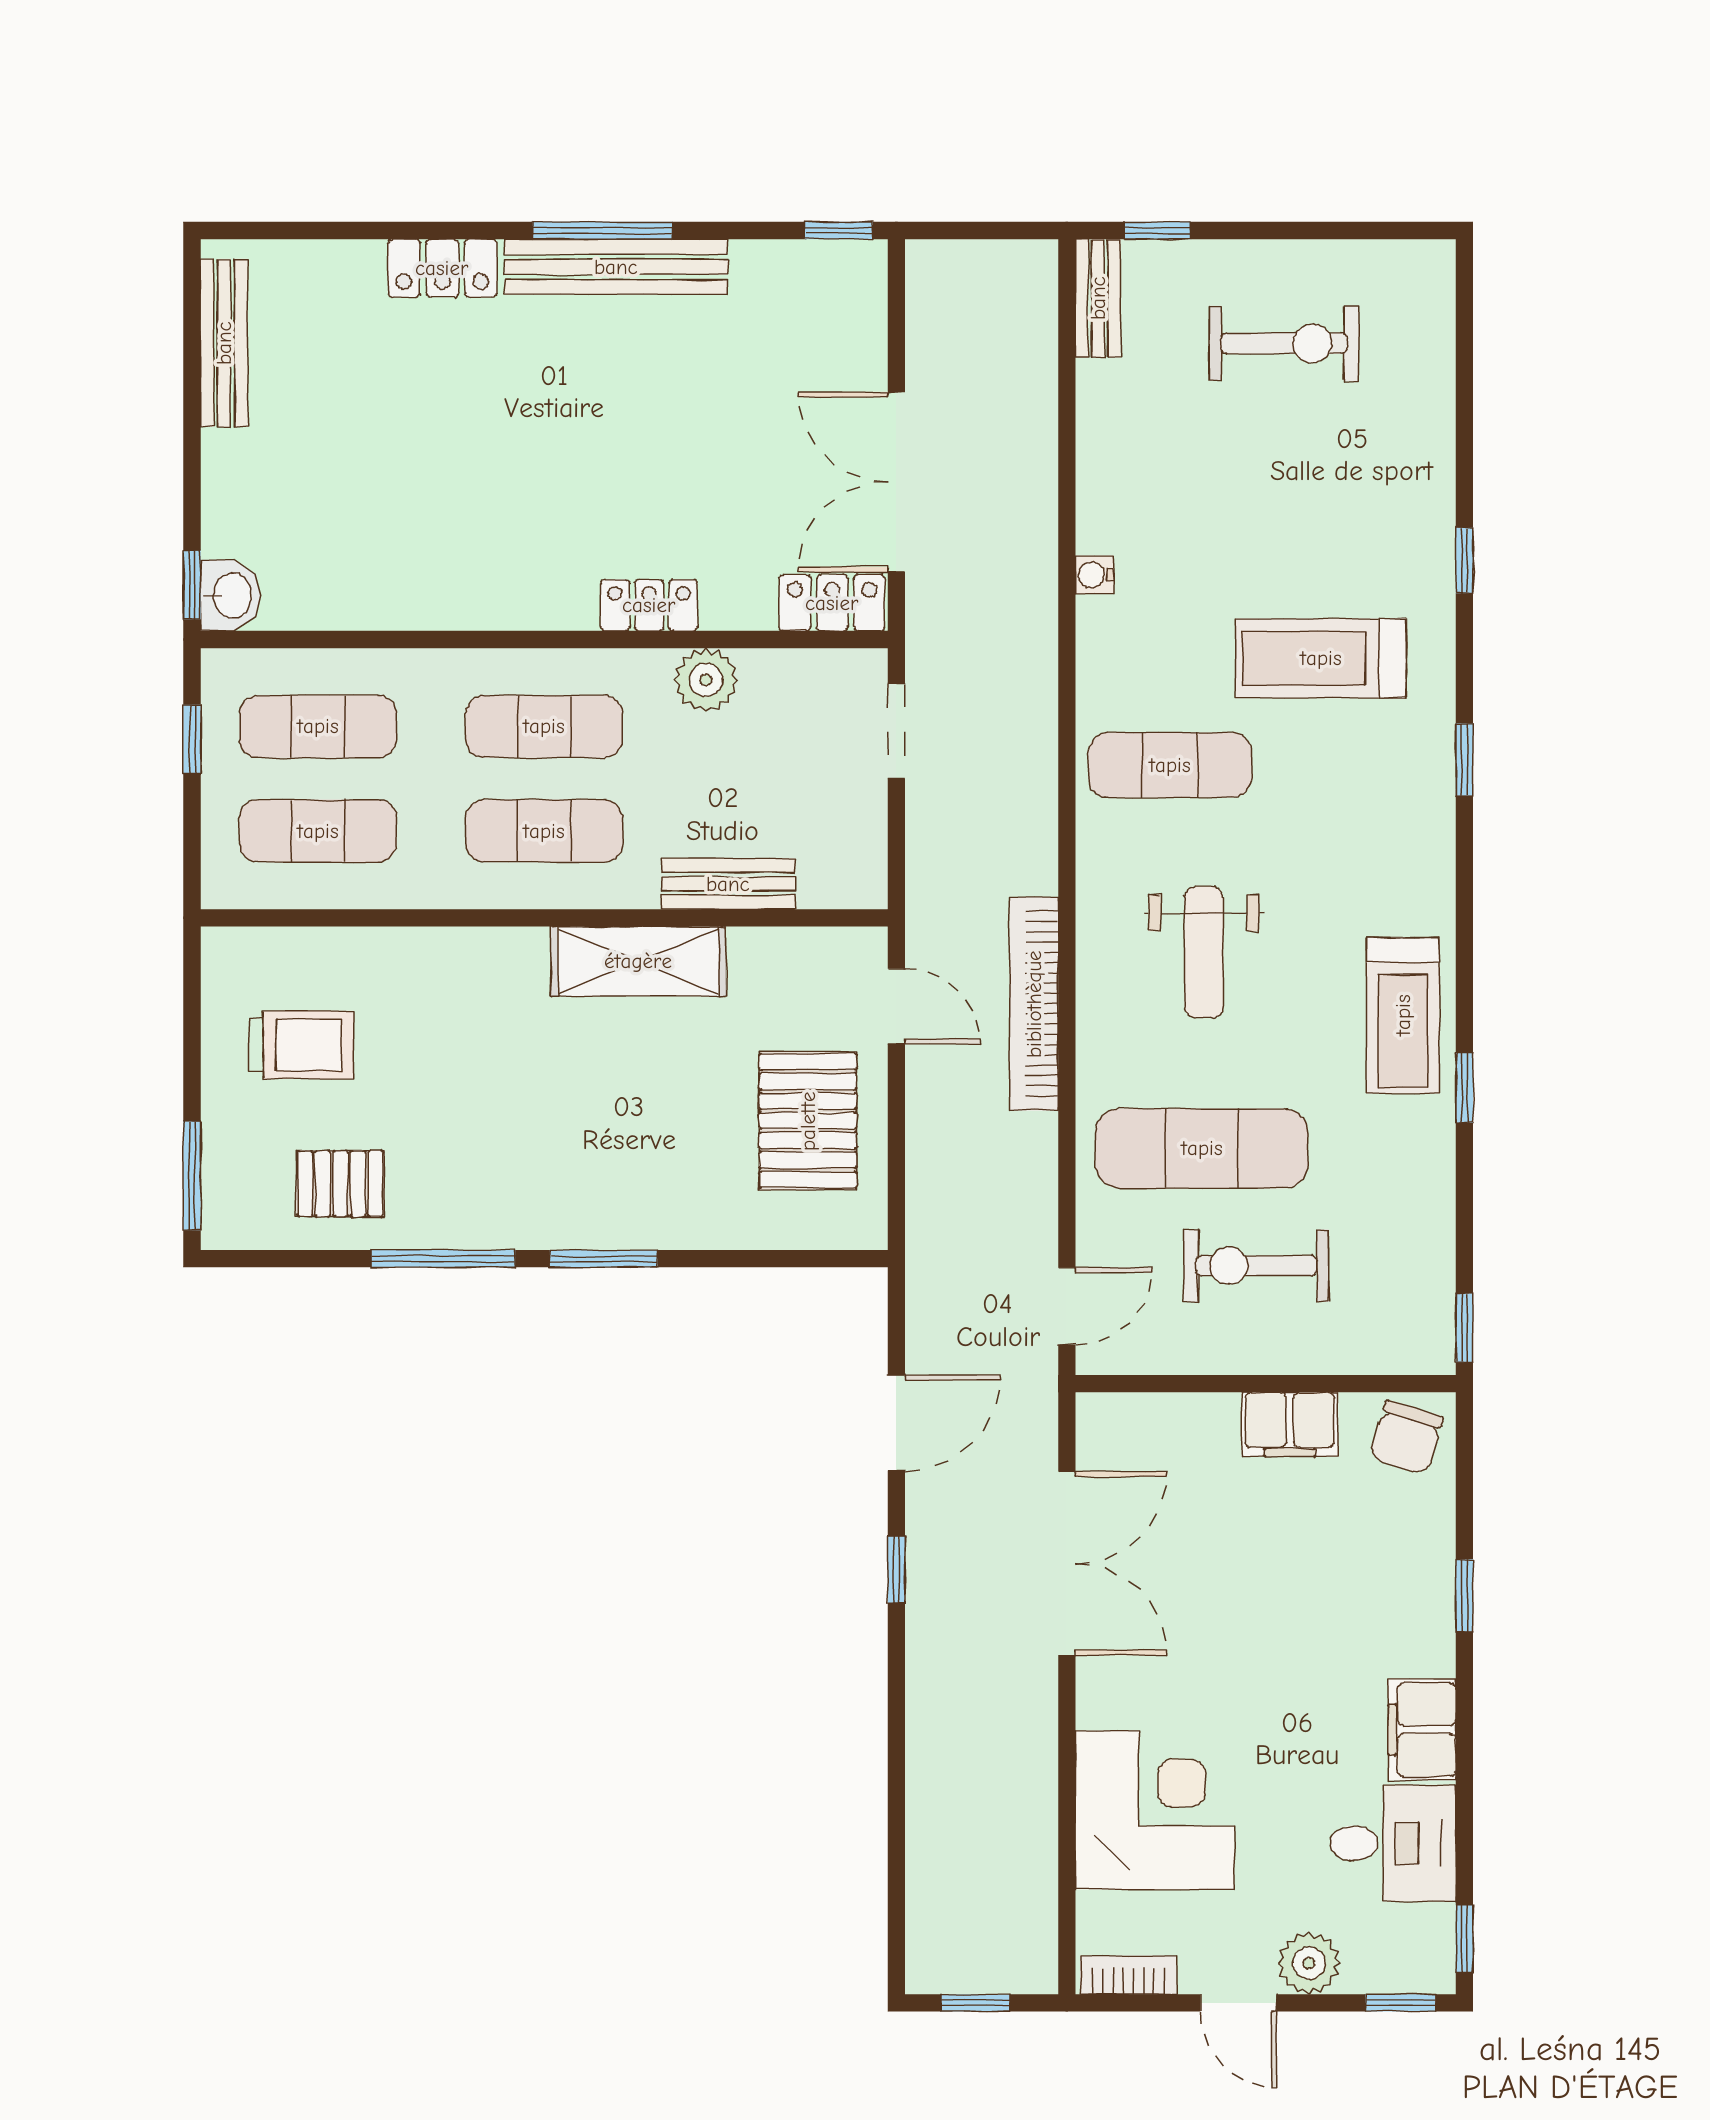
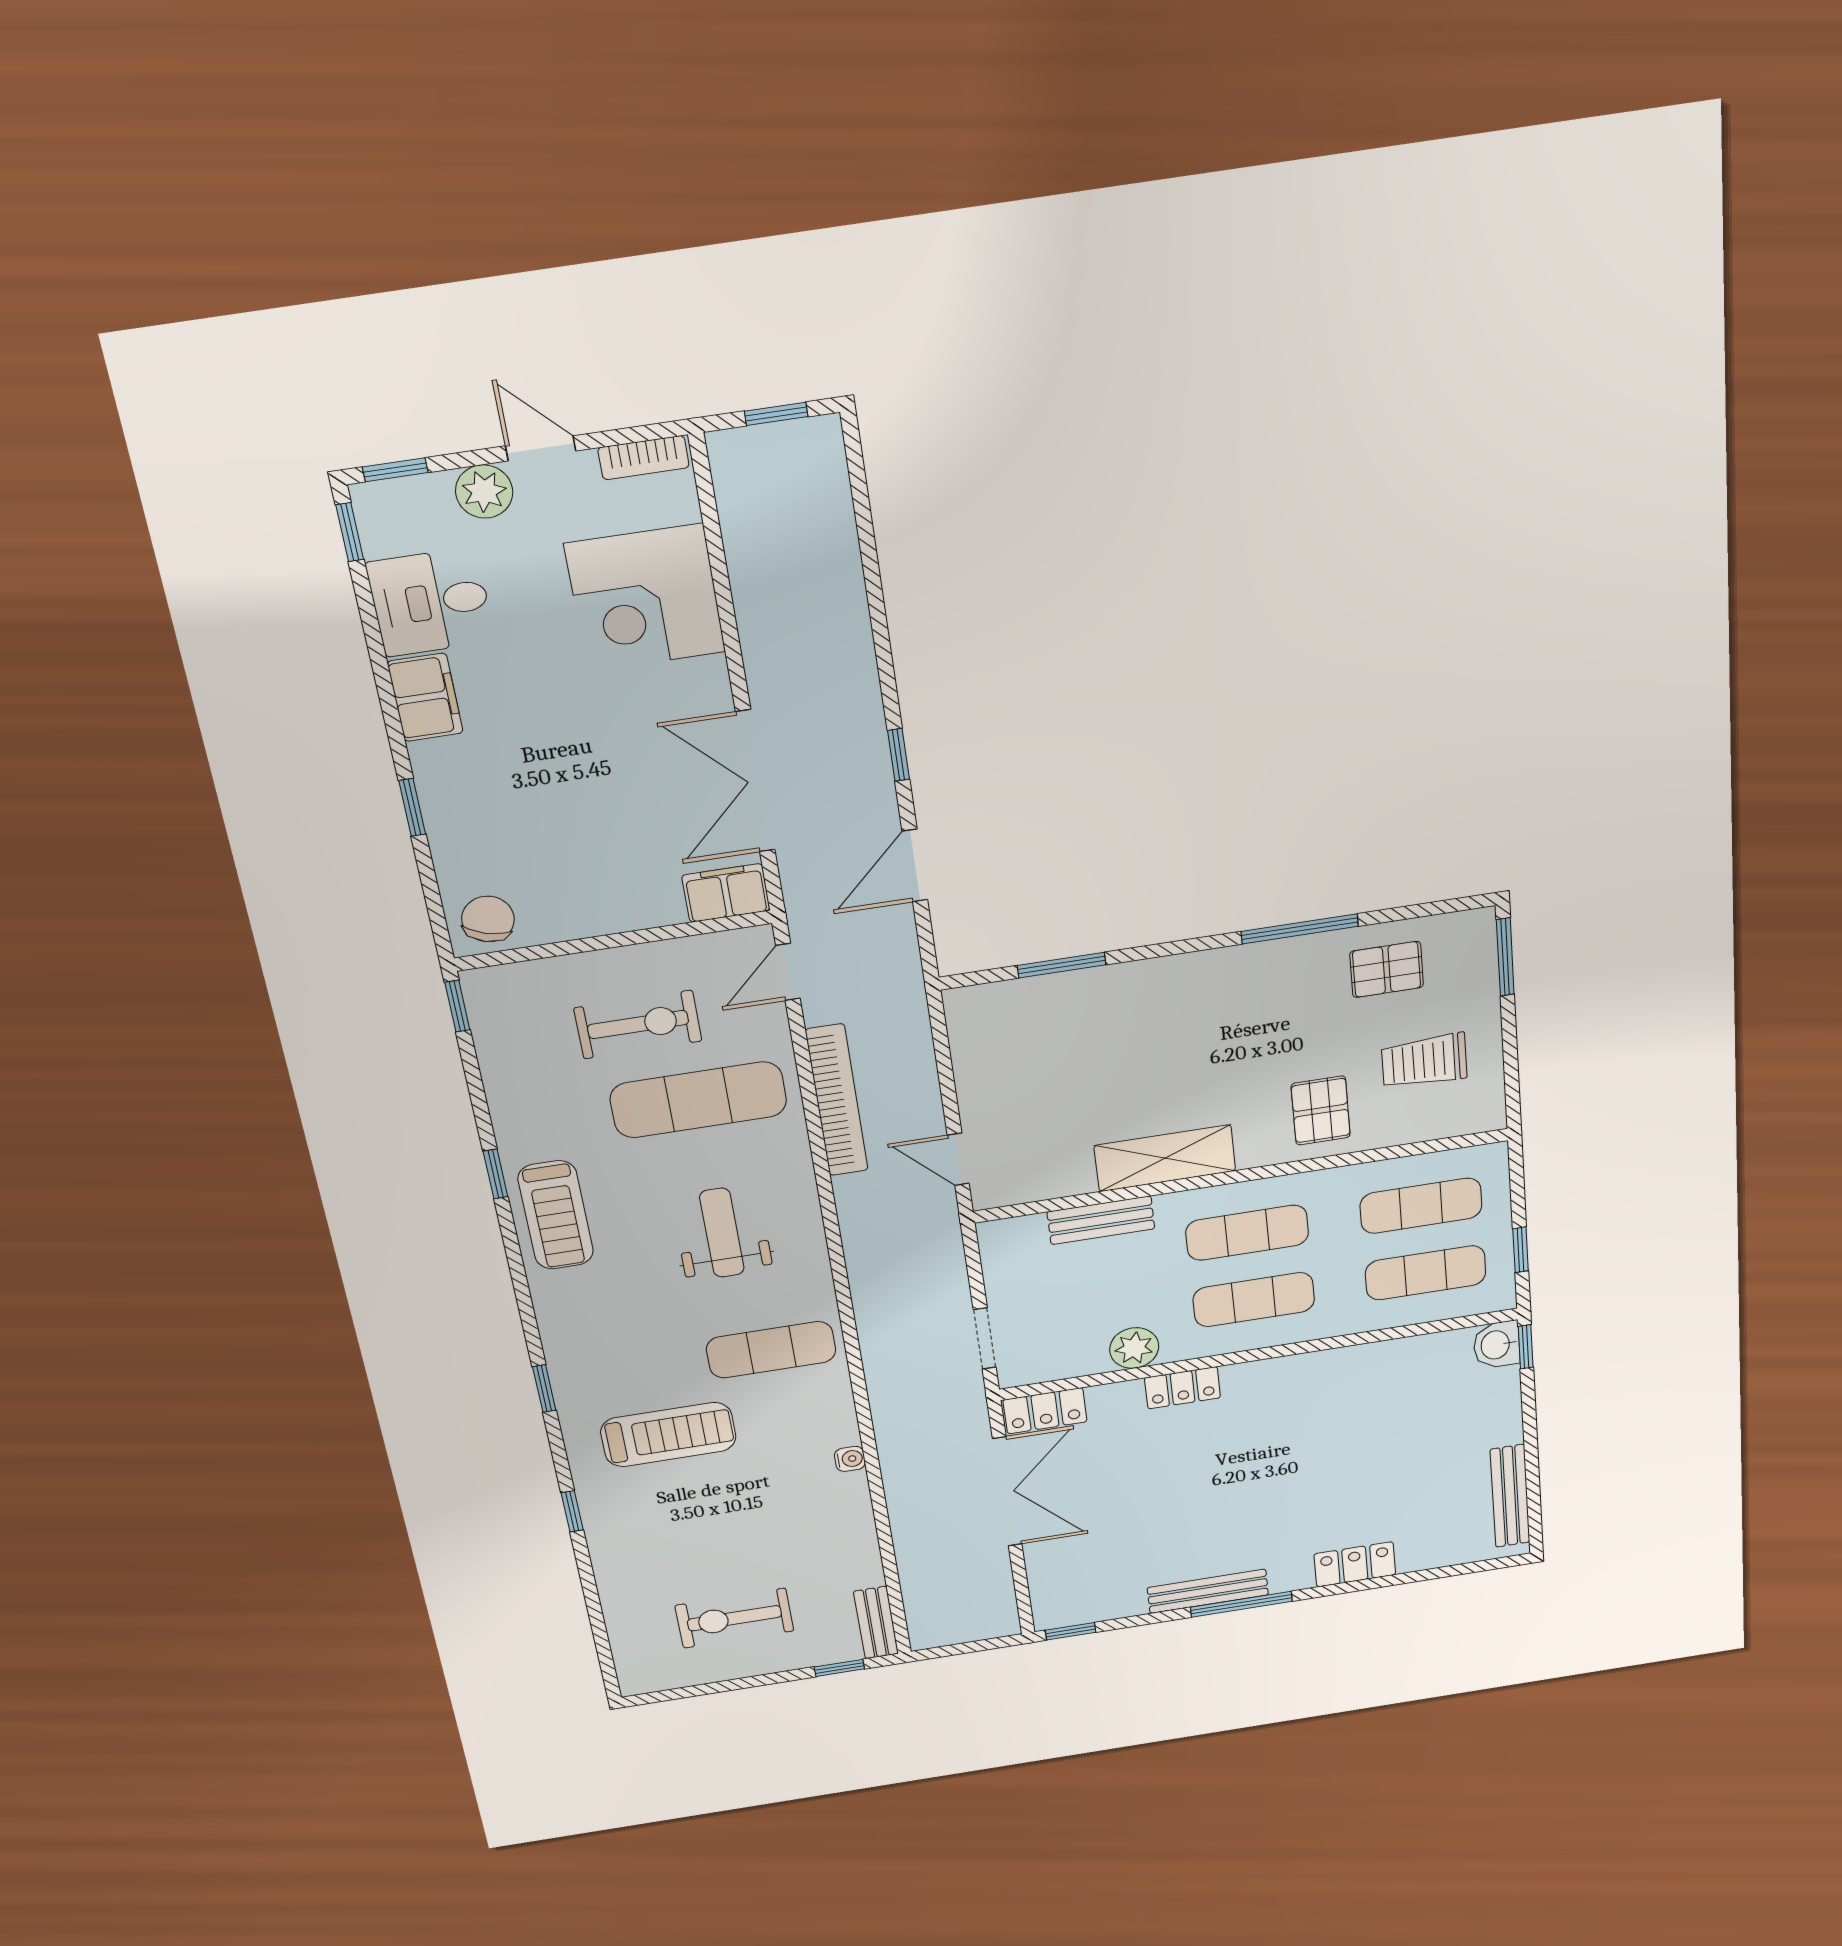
bench: (616, 267) -> (1208, 1591), width x0.73, depth x0.82
bookcase: (1034, 1004) -> (837, 1100), moved
treadmill: (1403, 1015) -> (556, 1215), turned 180
pallet: (808, 1121) -> (1321, 1110), moved, width x0.67, depth x0.71
window: (604, 1259) -> (1062, 965), moved
filing cabinet: (1290, 1424) -> (726, 893), moved

